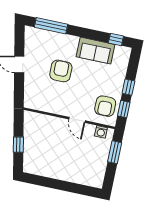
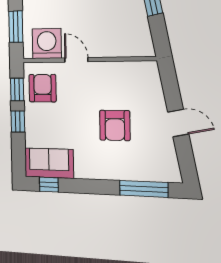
sofa: (95, 51) -> (49, 163), moved
washing machine: (101, 132) -> (47, 44), width x1.89, depth x1.89

